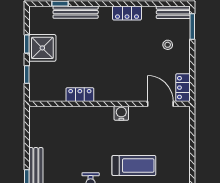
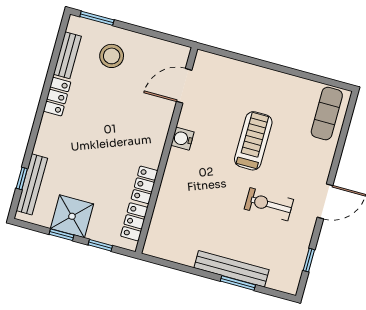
bench: (76, 12) -> (32, 184), moved
bench: (173, 12) -> (67, 55), moved
stool: (168, 45) -> (112, 56), width x1.89, depth x1.89
locker: (183, 88) -> (134, 222), moved, turned 90

